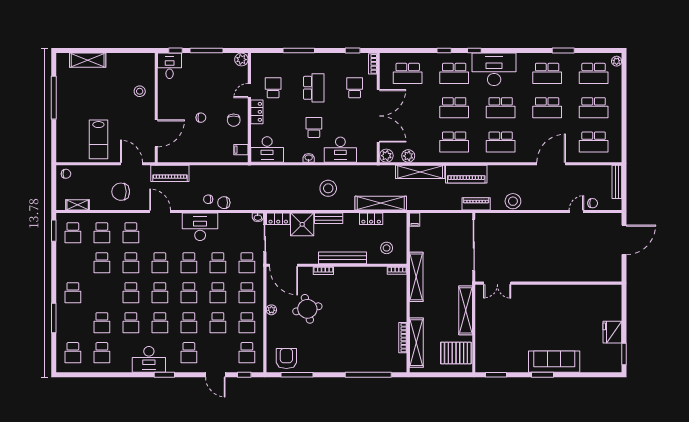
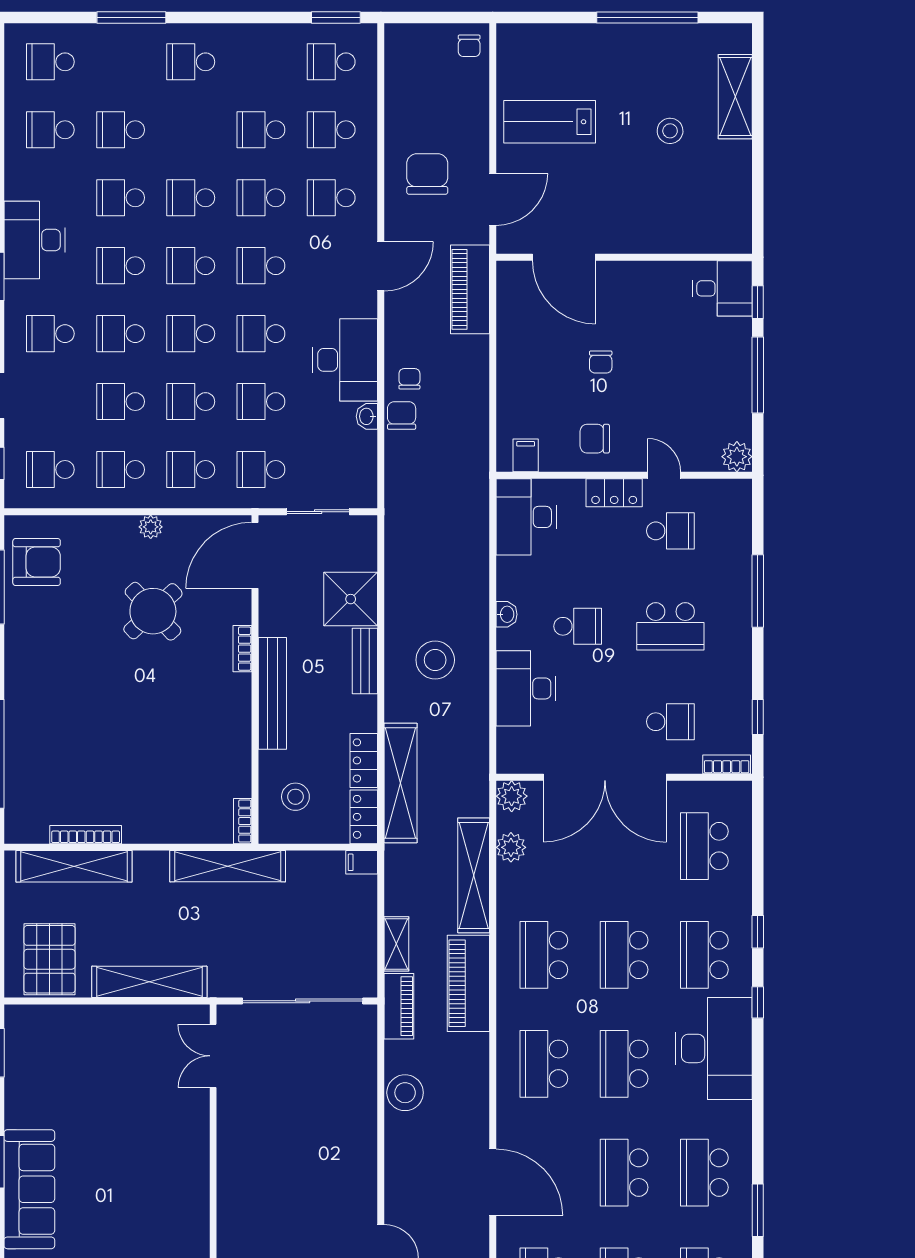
stool: (140, 91) -> (670, 131), moved
shelving: (78, 205) -> (396, 944), moved
washbasin: (258, 217) -> (367, 416), moved
locker: (278, 219) -> (364, 817), moved
round table: (307, 309) -> (153, 611), turned -30

